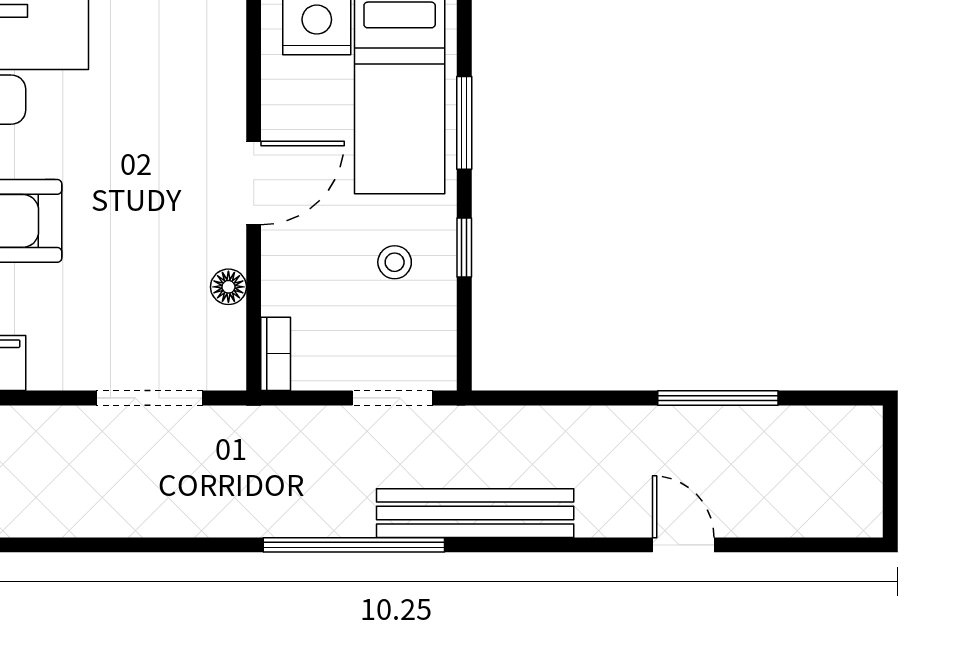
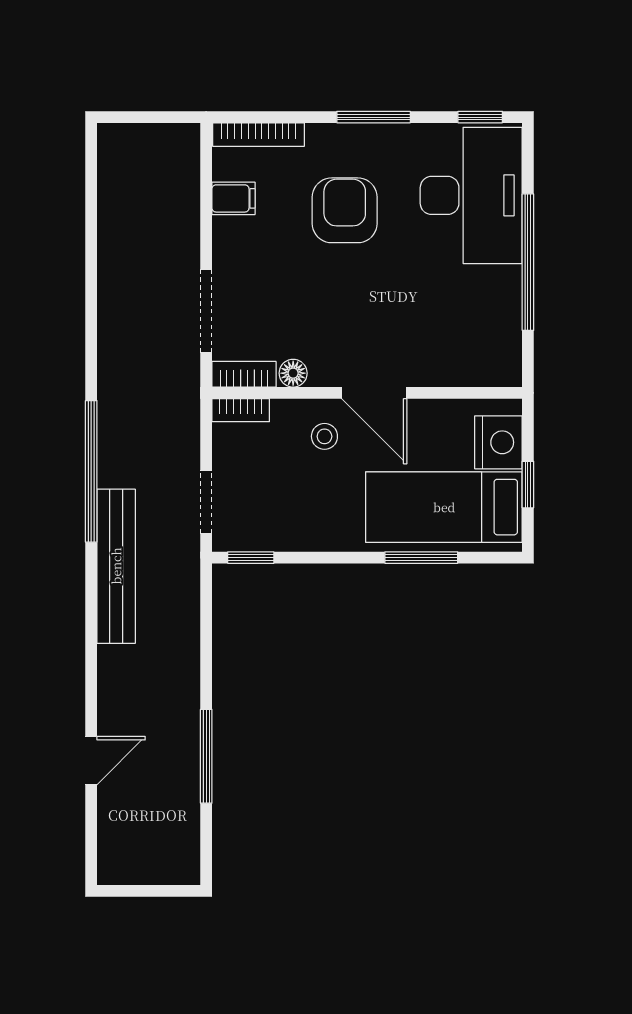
window: (464, 248) -> (251, 558), moved
stool: (395, 262) -> (324, 436), moved
bookcase: (230, 350) -> (244, 374), added
door: (683, 545) -> (91, 761), moved

